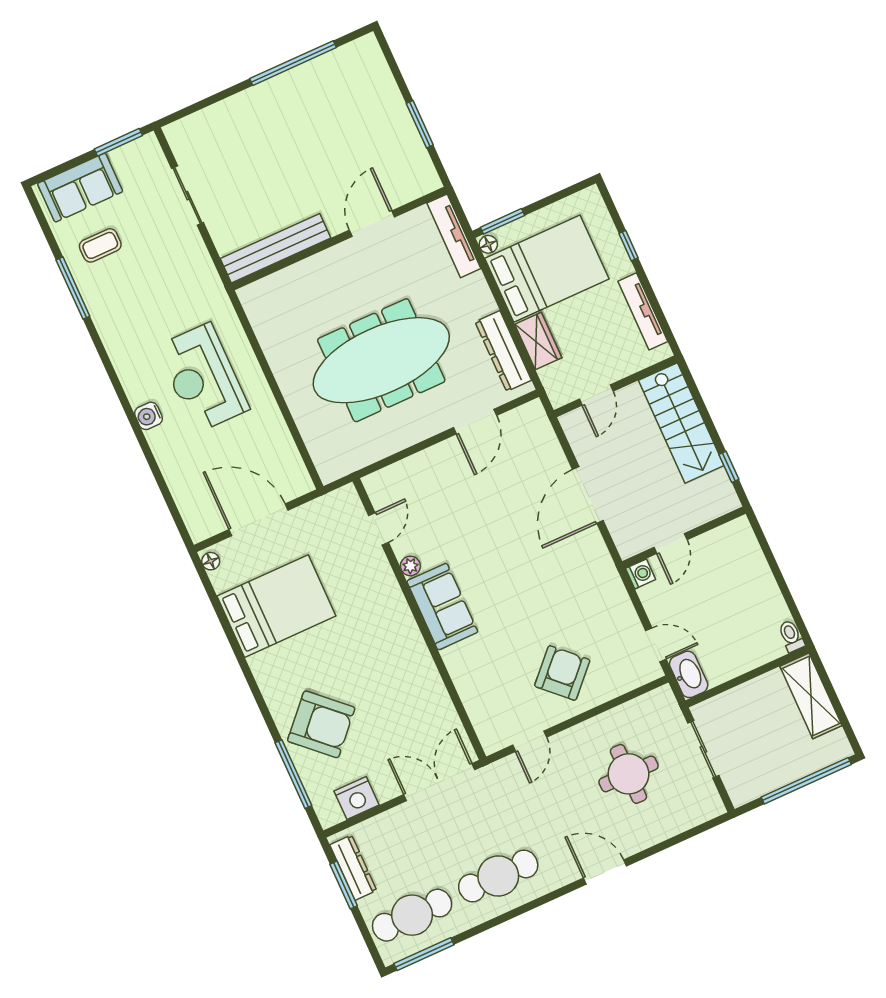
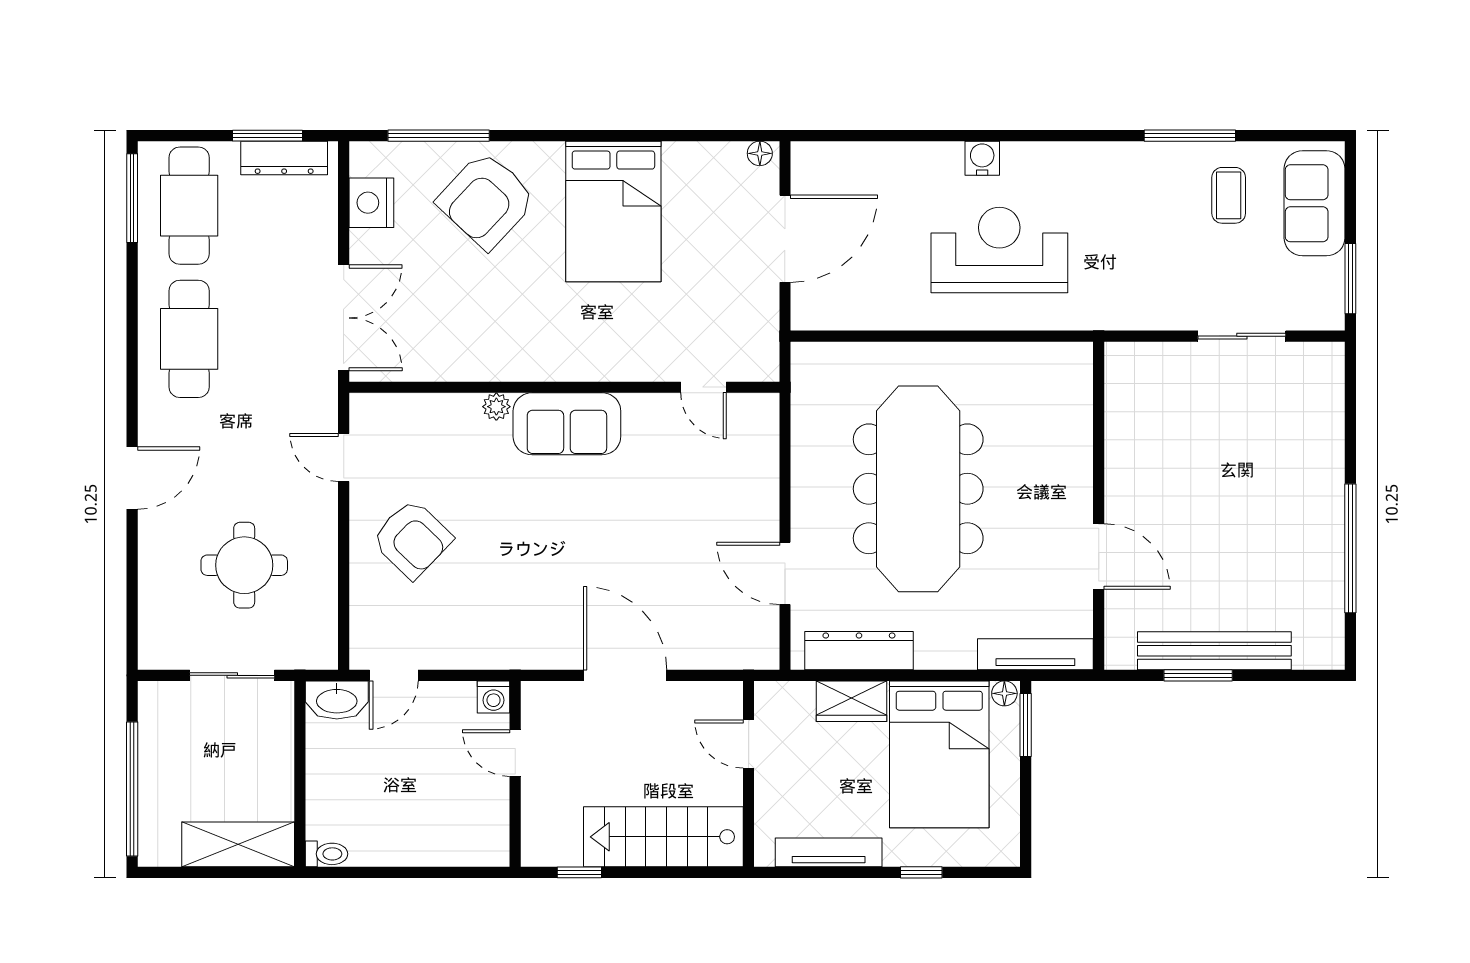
bench: (275, 248) -> (1214, 651), moved, turned 90
plant: (410, 566) -> (496, 407), moved
bed: (276, 606) -> (613, 211), moved

